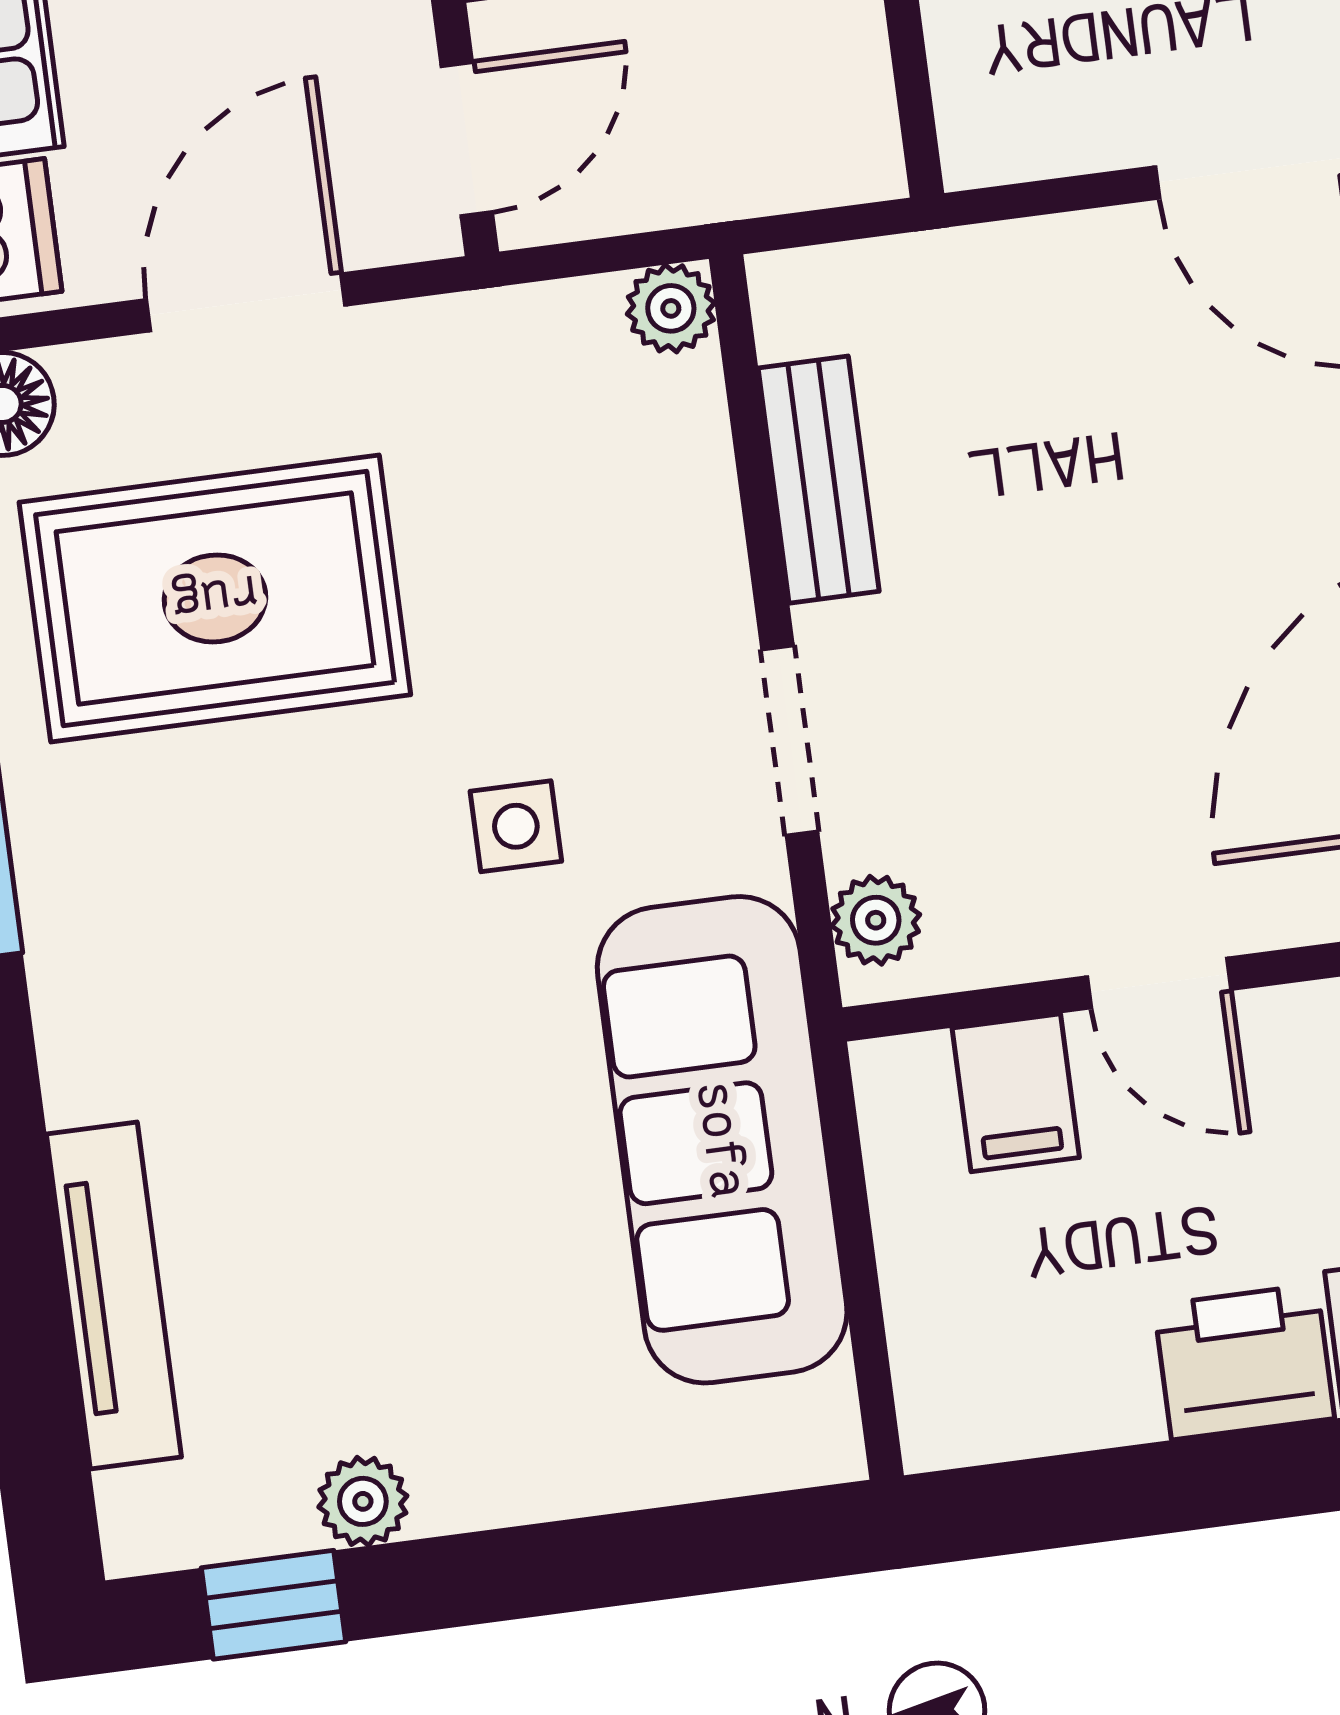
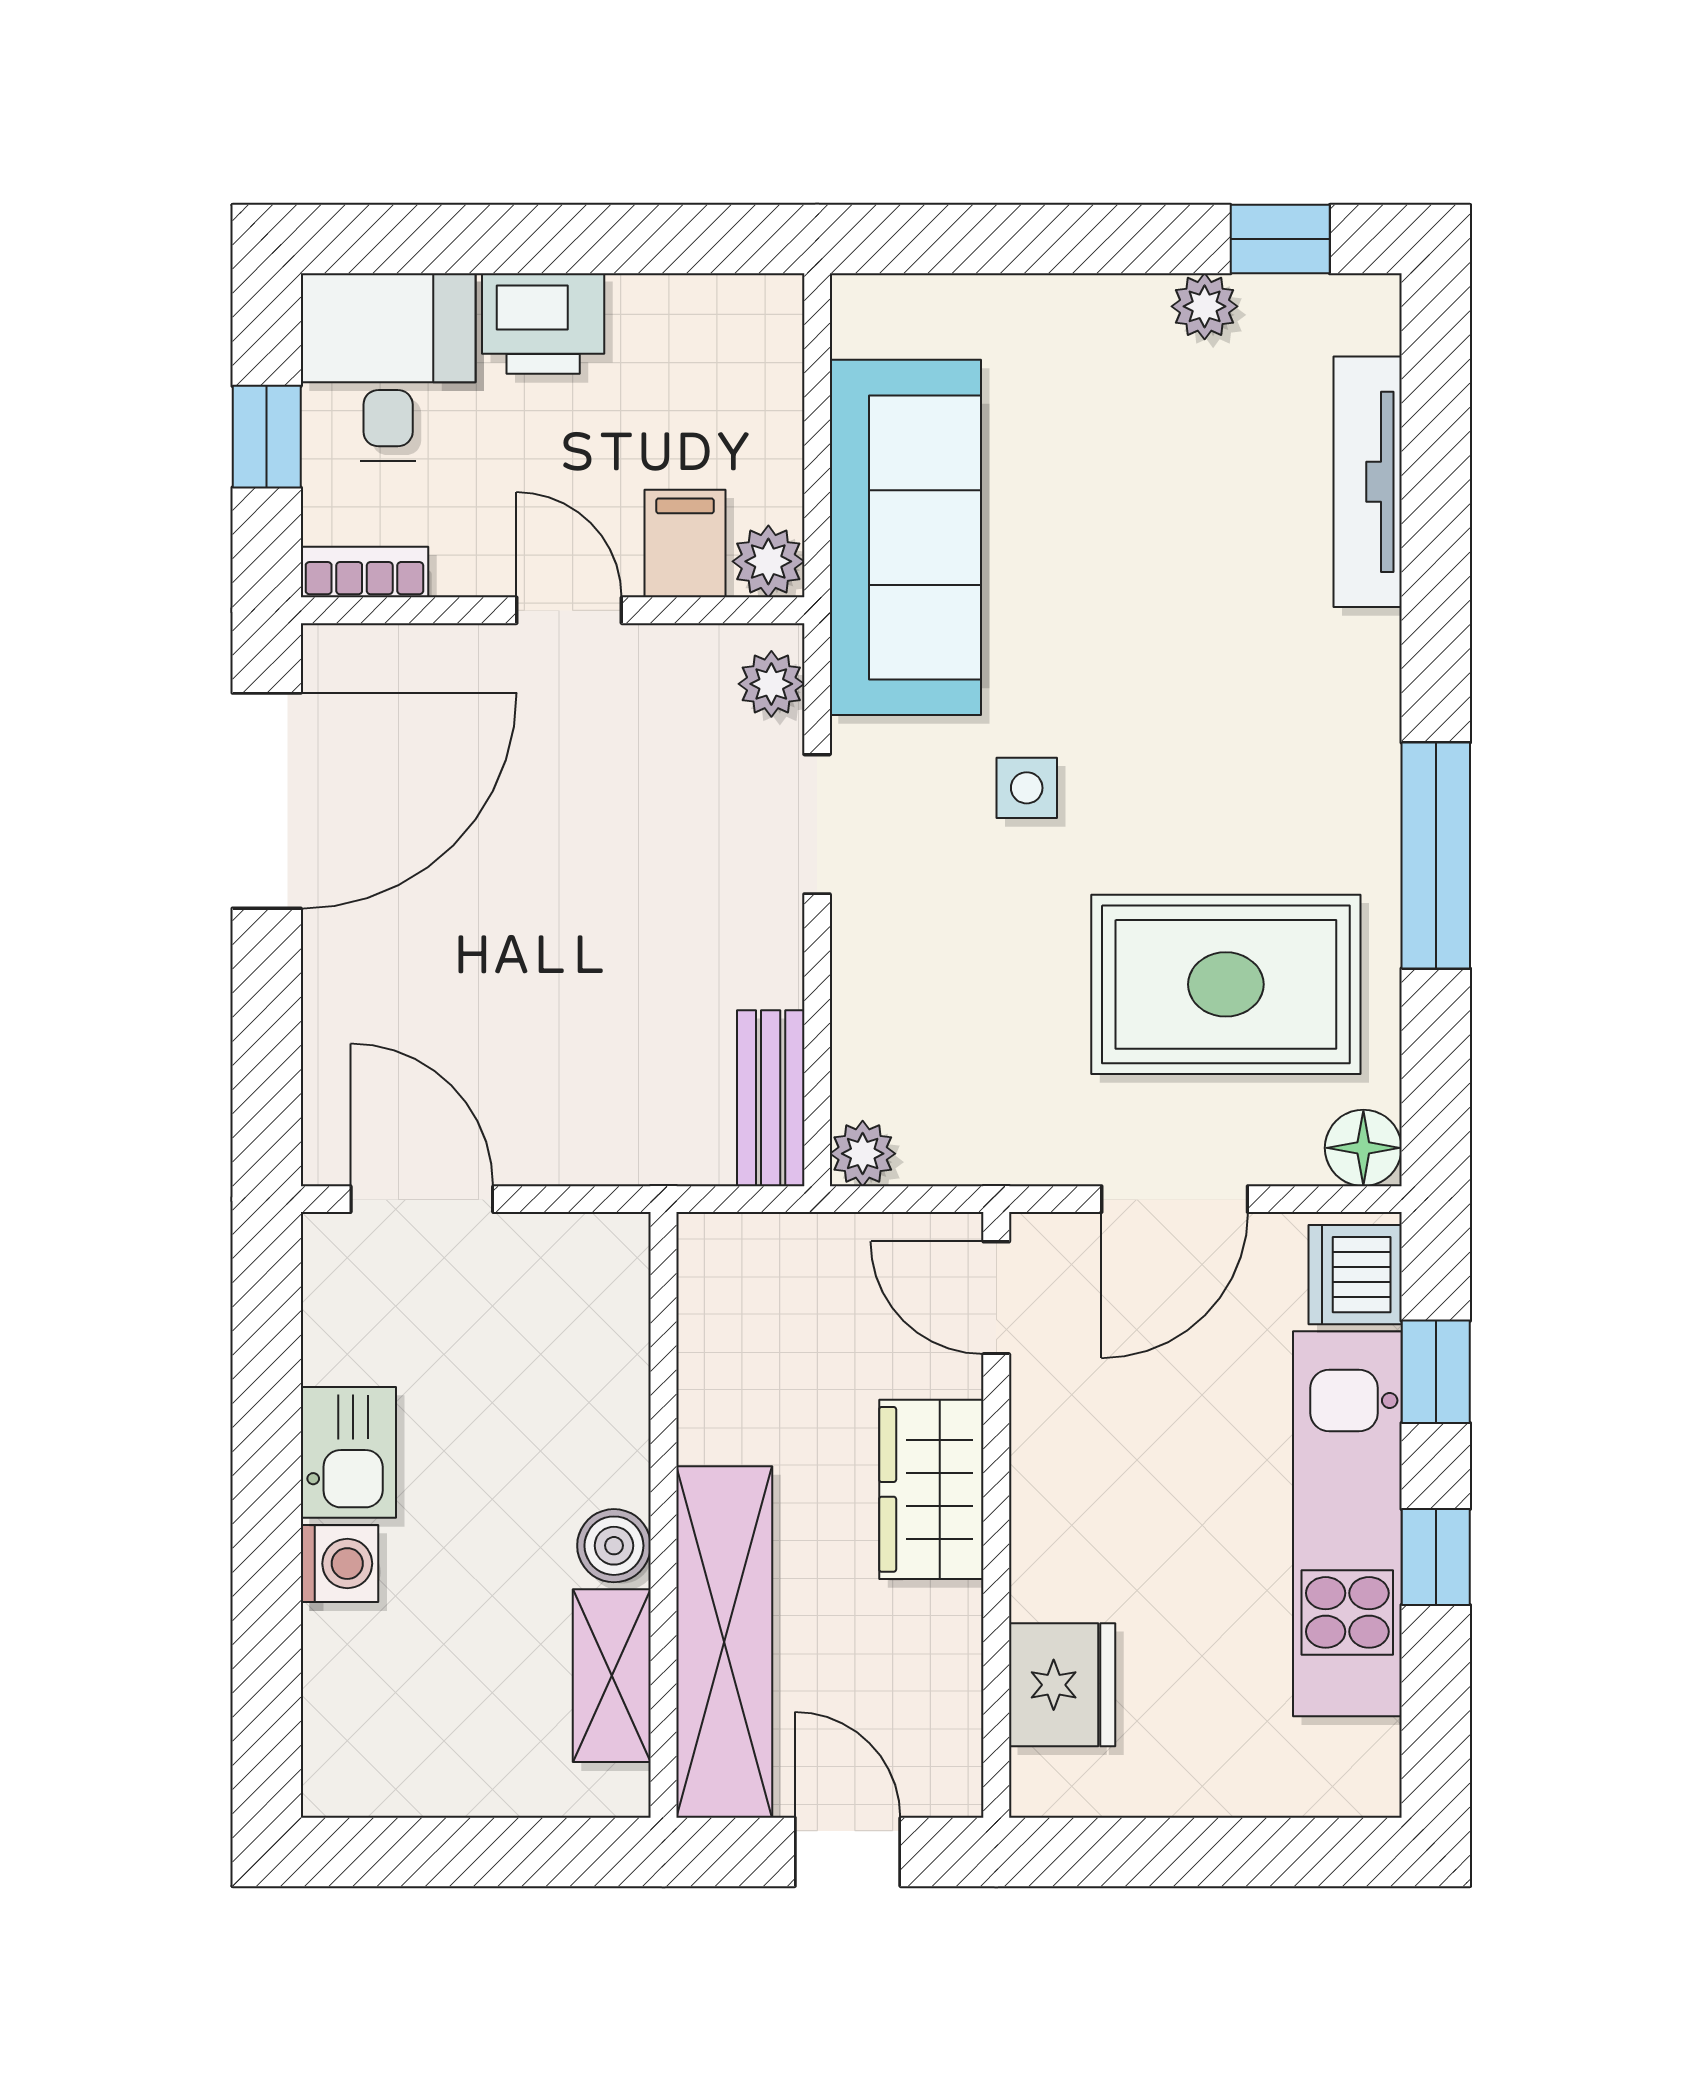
door: (467, 139) -> (996, 1298), hinge flipped
bench: (819, 480) -> (771, 1098), moved
plant: (901, 1083) -> (768, 561), added

